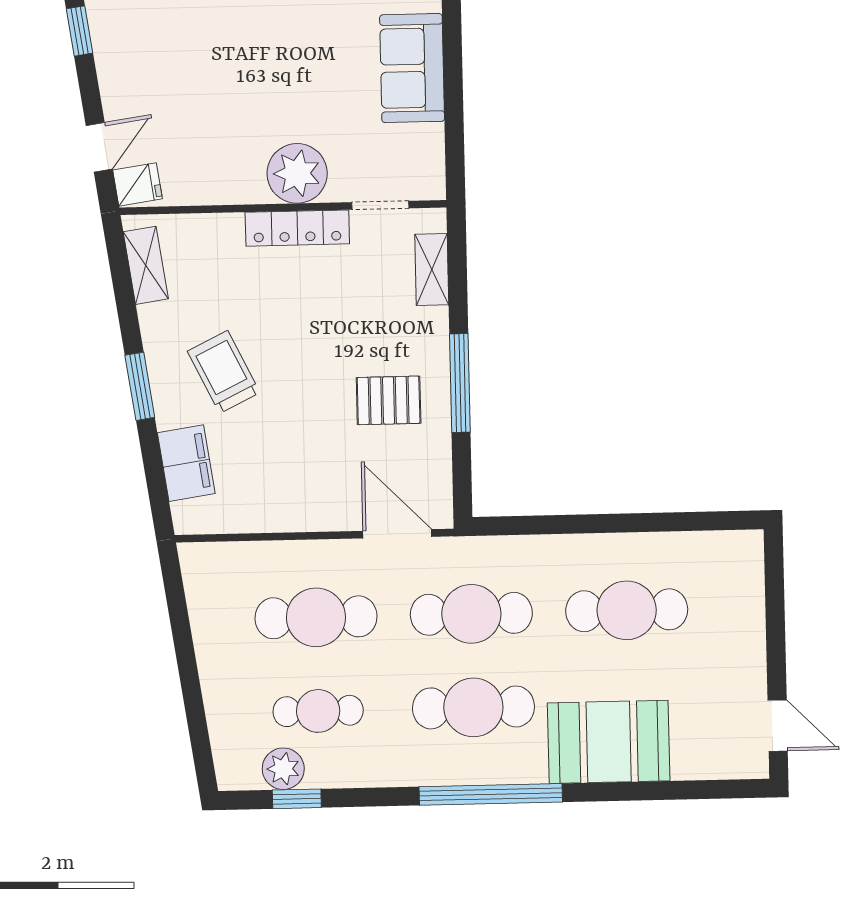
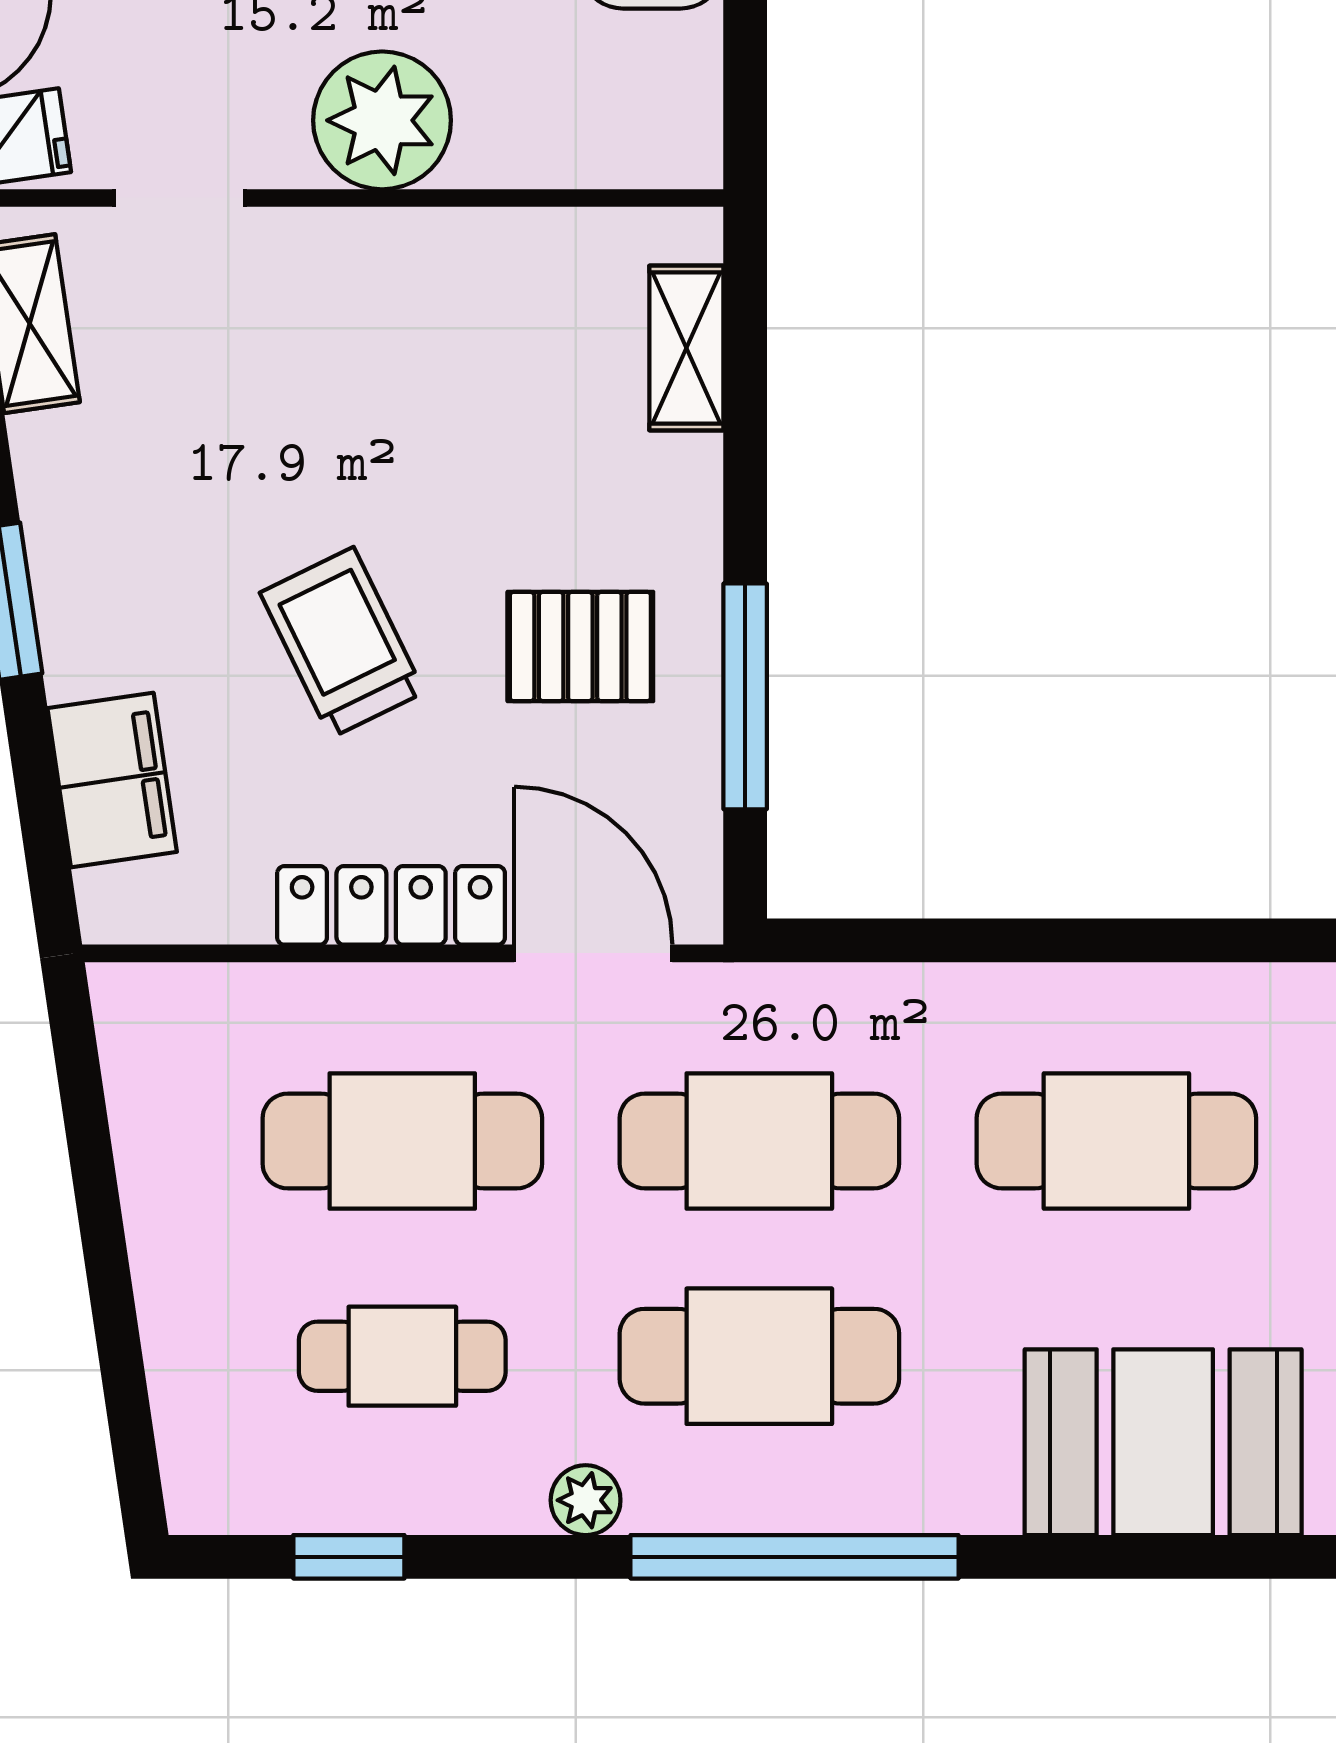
doorway: (380, 205) -> (180, 198), moved
locker: (297, 228) -> (391, 905), moved, turned 180
trolley: (224, 372) -> (342, 642), moved
window: (460, 383) -> (745, 696), moved
booth: (609, 742) -> (1163, 1442), moved
plant: (283, 769) -> (586, 1500), moved, width x0.73, depth x0.73

